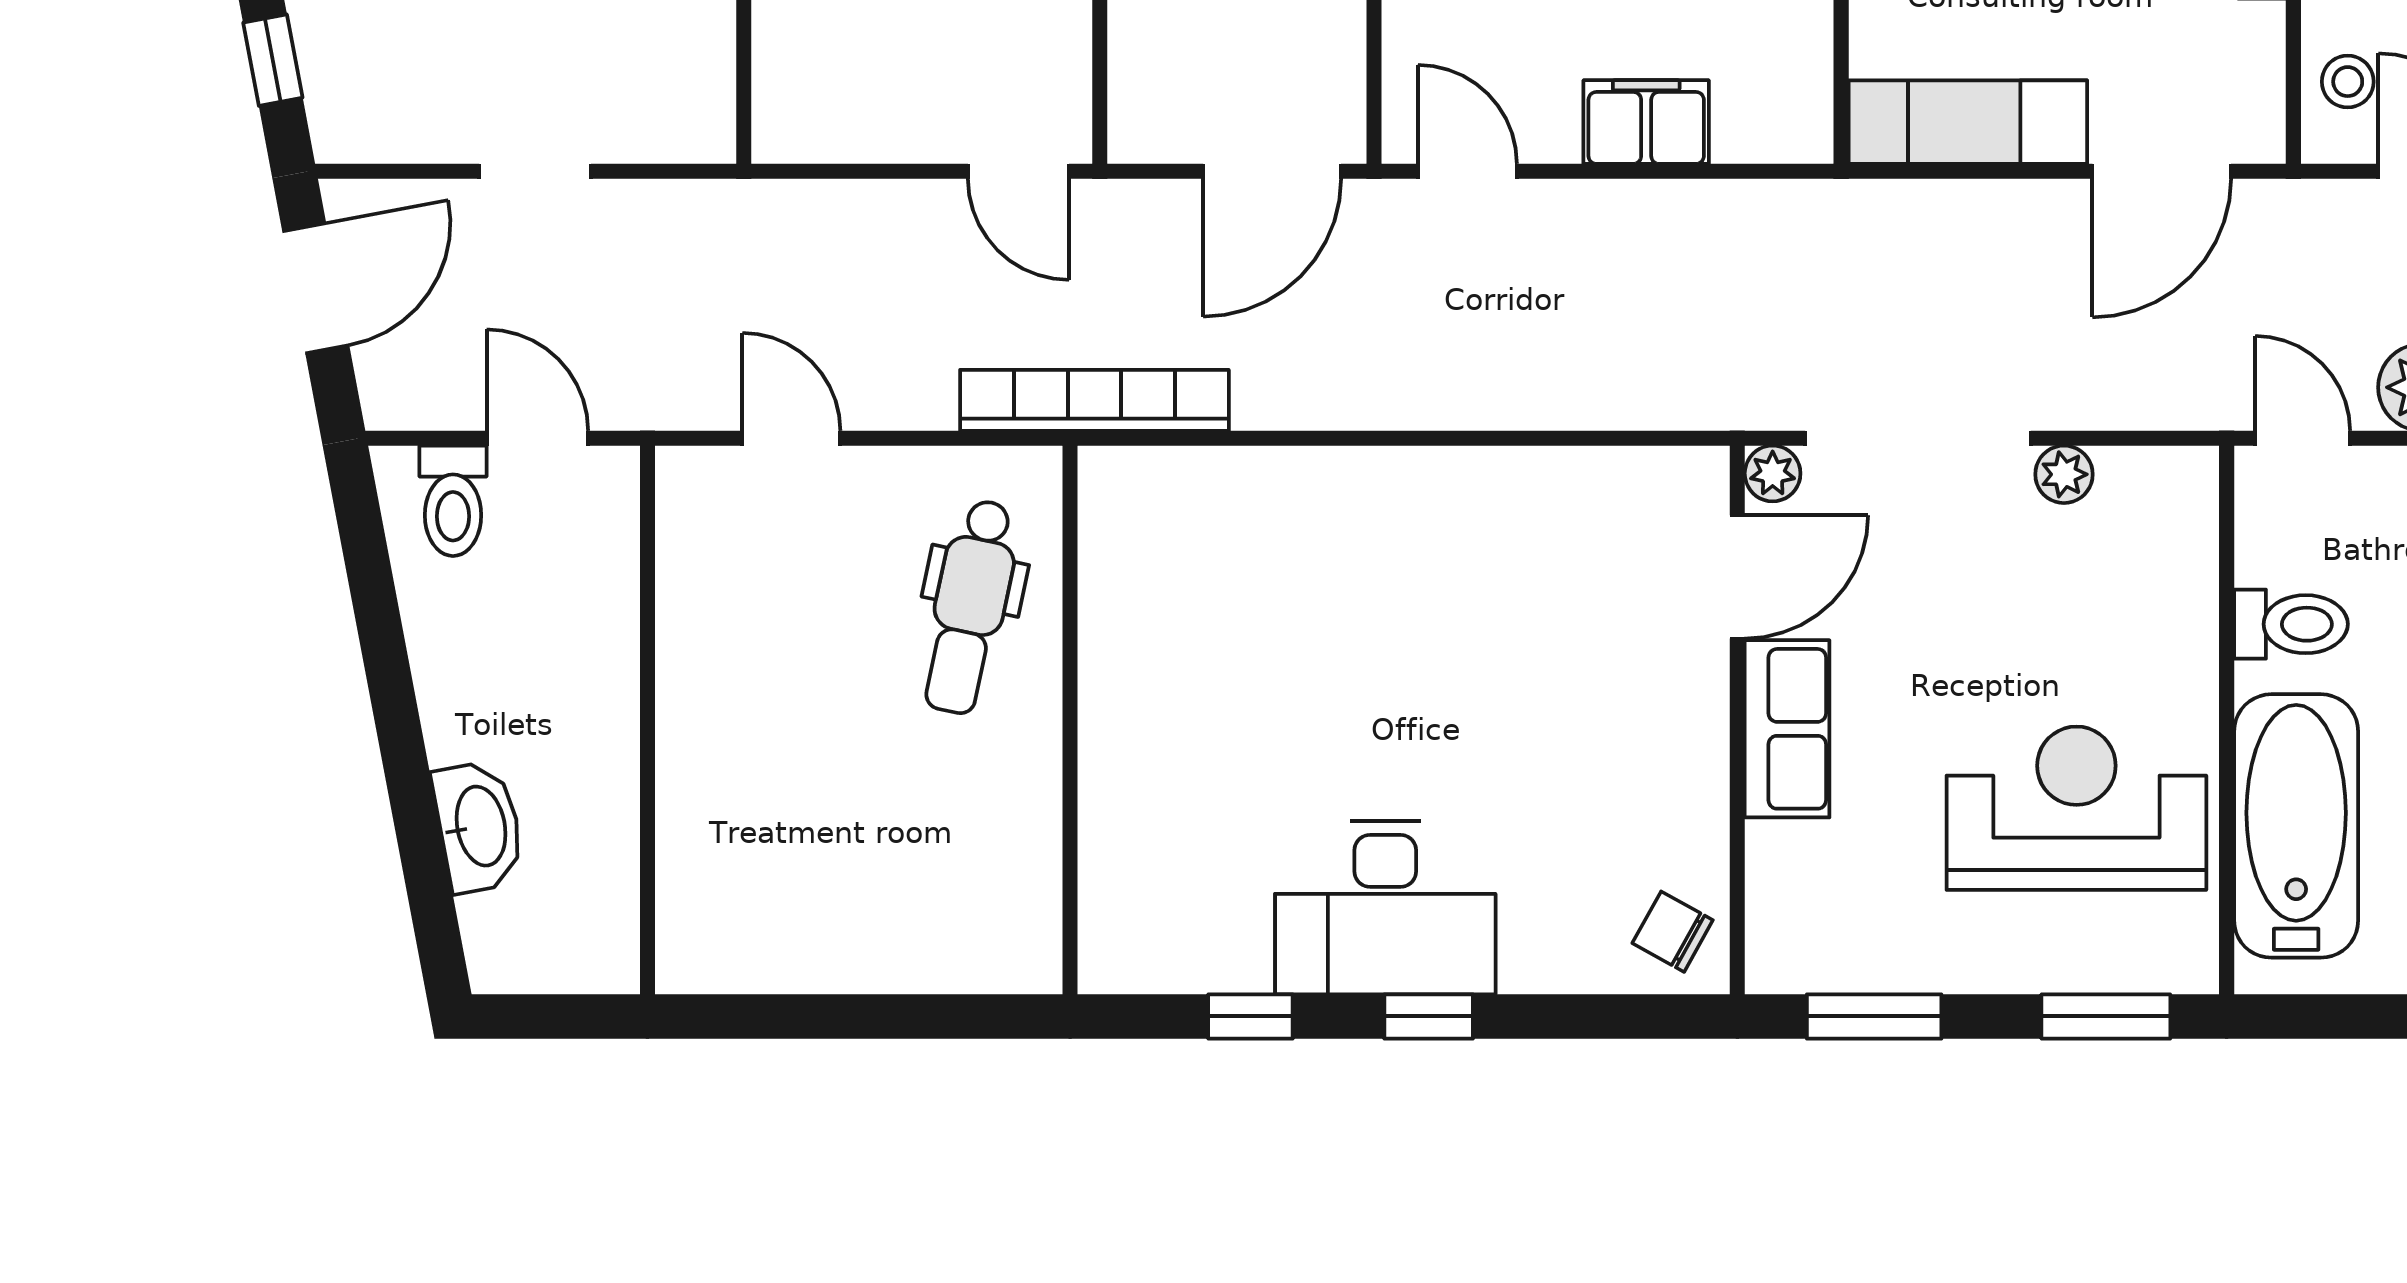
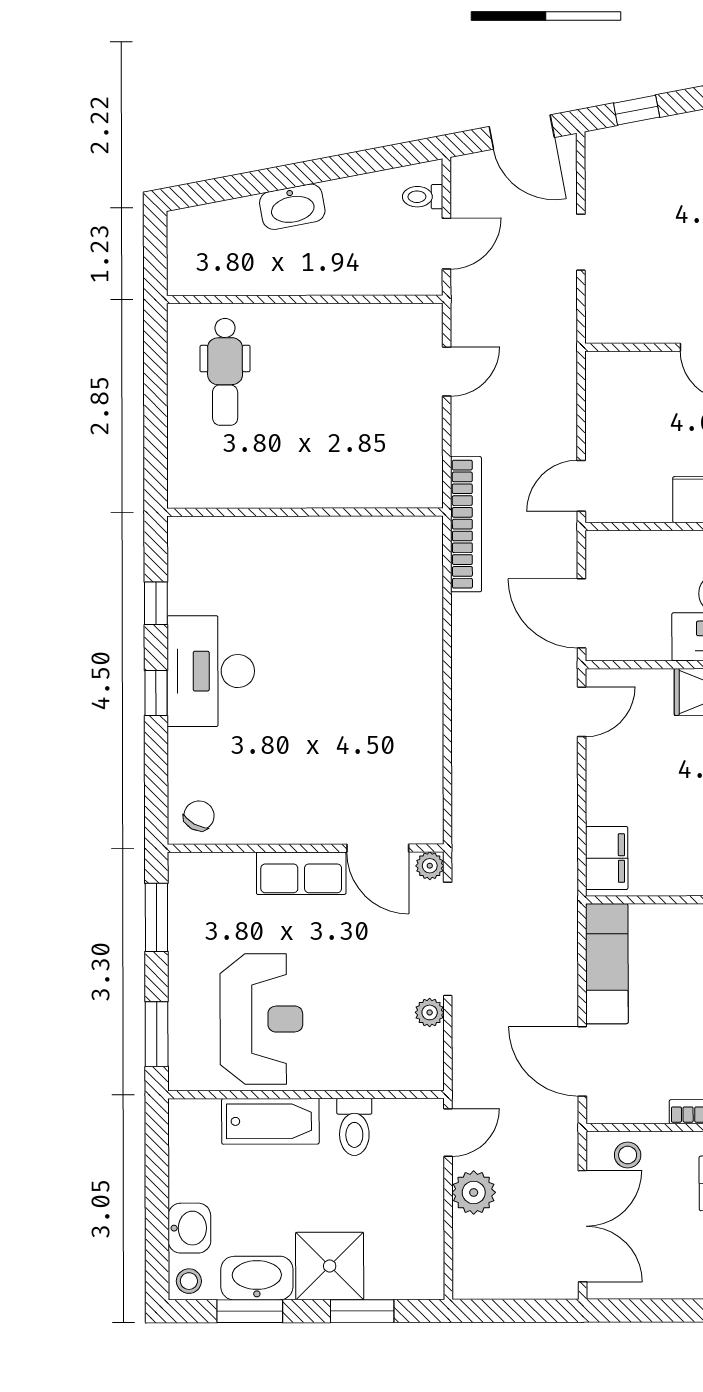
filing cabinet: (1646, 122) -> (607, 858), moved
toilet: (453, 501) -> (423, 197), width x0.73, depth x0.72
dental chair: (970, 607) -> (225, 372), moved, turned -102
washbasin: (479, 826) -> (292, 207), moved
bathtub: (2296, 826) -> (270, 1121), width x0.73, depth x0.73

